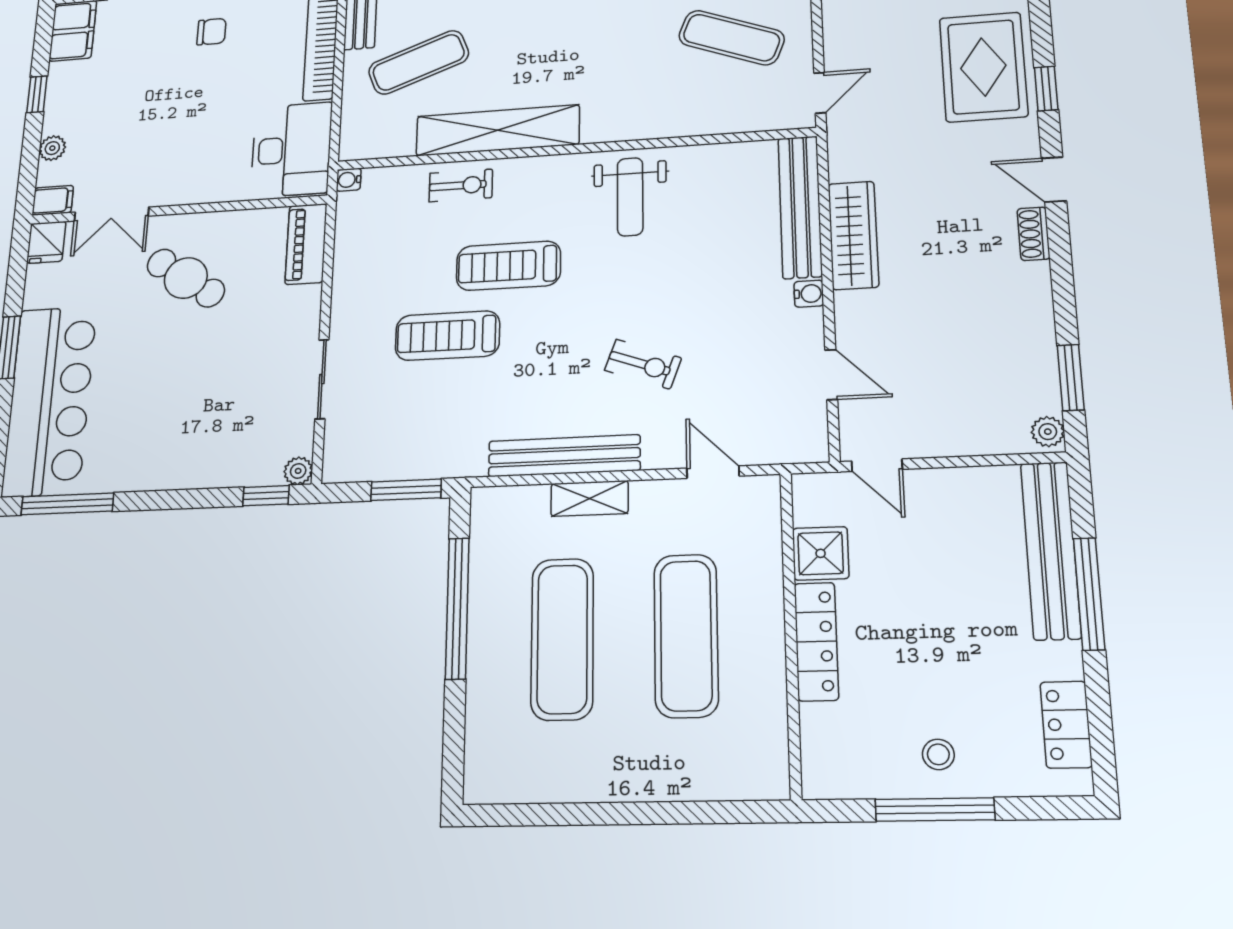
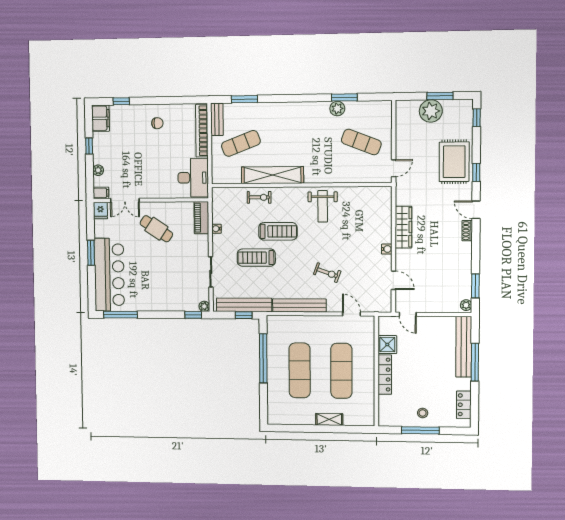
water cooler: (349, 180) -> (217, 229), moved
bench: (800, 207) -> (244, 305), moved, turned 90
treadmill: (508, 266) -> (278, 231), turned 180
window: (406, 490) -> (244, 315), width x0.67
shelving: (590, 498) -> (329, 419), moved

